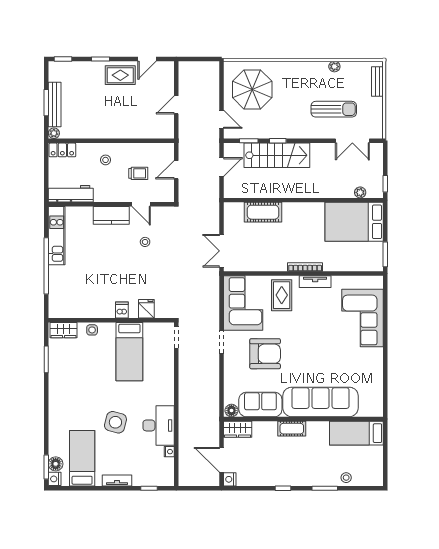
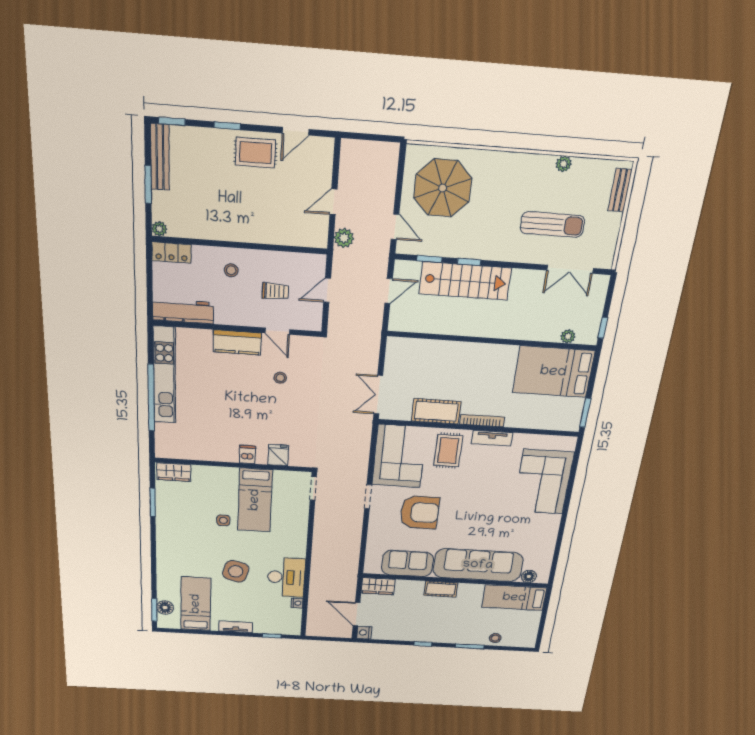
bench: (55, 105) -> (160, 157), moved
plant: (186, 130) -> (344, 238), added
cot: (263, 212) -> (436, 411), moved
kitchen unit: (57, 236) -> (164, 375), width x1.36
side table: (92, 330) -> (223, 520), moved
floor lamp: (231, 411) -> (529, 576), moved
nightstand: (55, 479) -> (164, 622), removed

